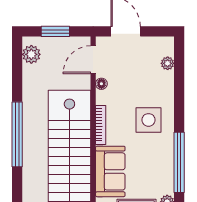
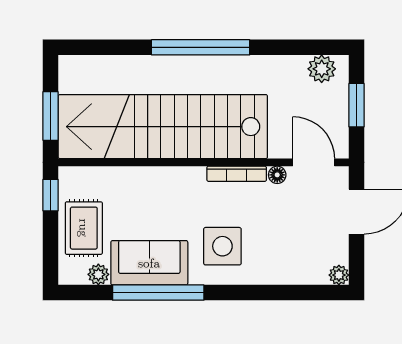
plant: (168, 63) -> (339, 275), moved
bookcase: (101, 125) -> (237, 174), moved
sofa: (110, 171) -> (149, 263), moved, turned 180

